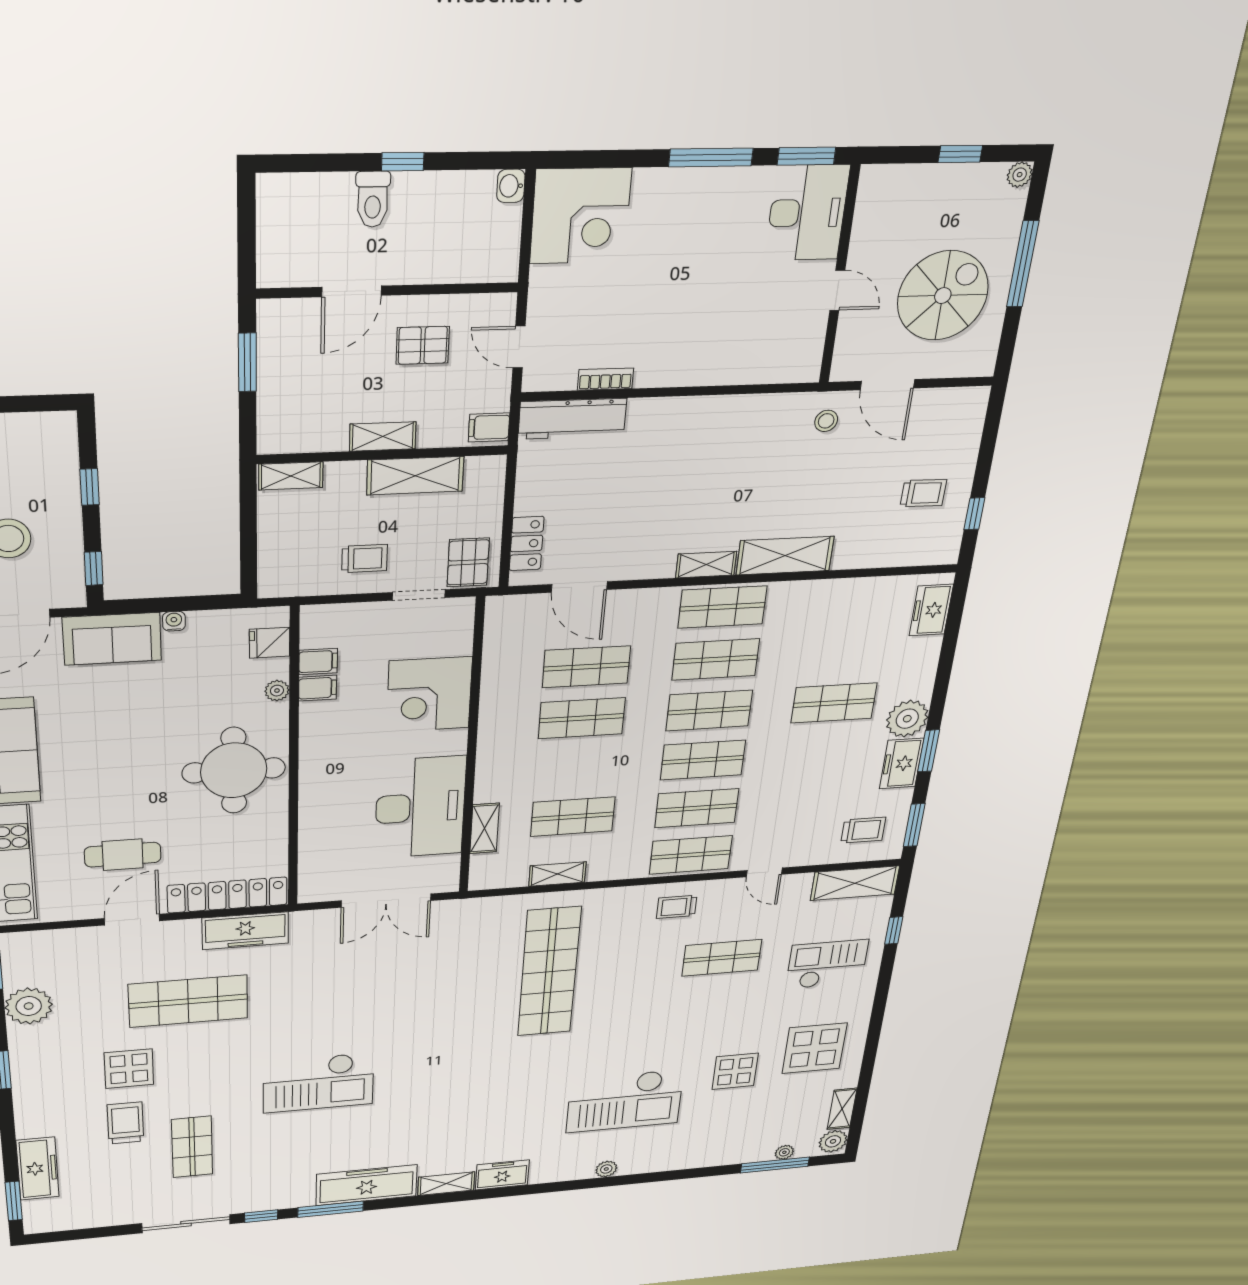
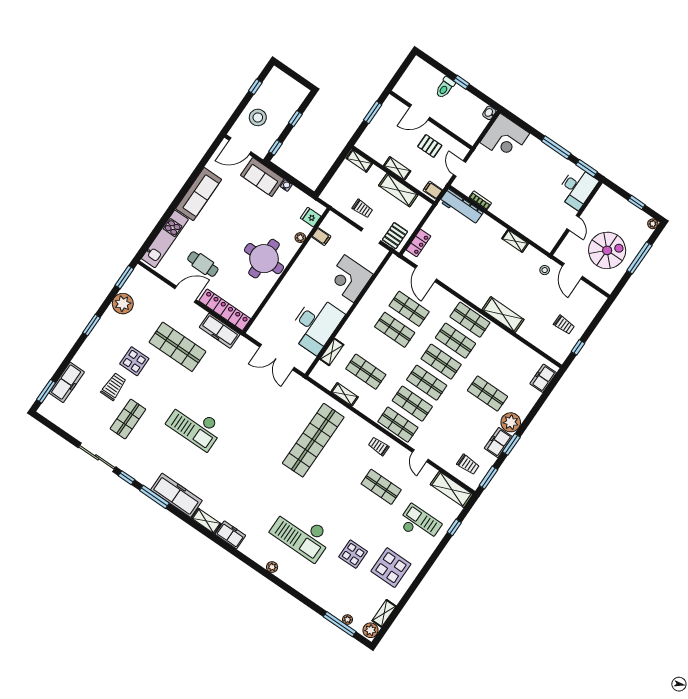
shelving: (706, 565) -> (515, 241), moved
filing cabinet: (318, 688) -> (314, 247), removed

